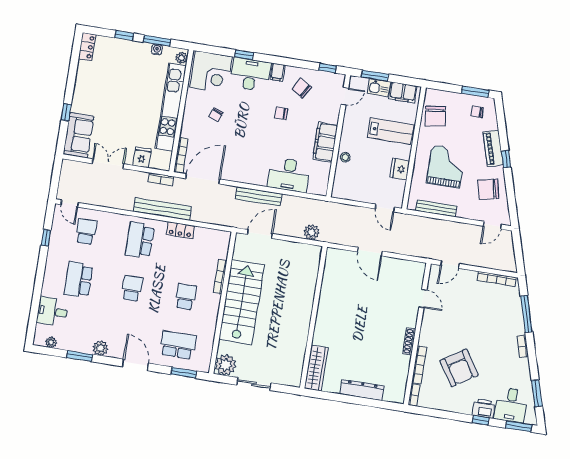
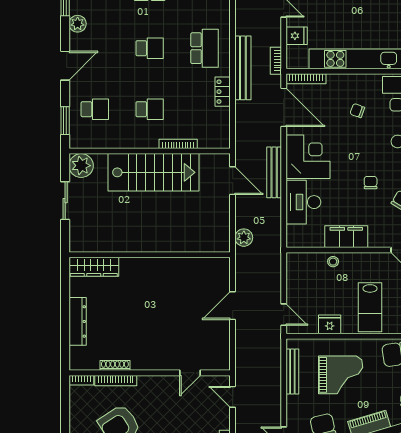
corner desk: (250, 164) -> (308, 157), added
door: (385, 208) -> (284, 315), swing flipped
school desk: (140, 240) -> (204, 48), turned 90
shoe rack: (409, 341) -> (115, 365), moved
school desk: (178, 345) -> (95, 109), width x0.54

